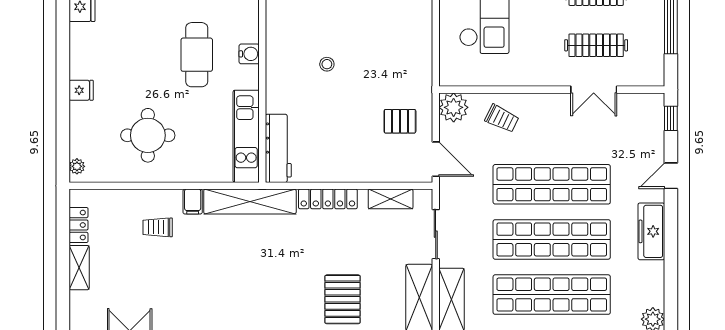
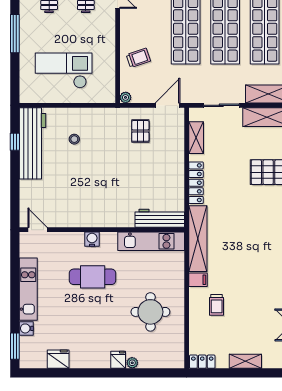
stool: (327, 64) -> (74, 139), moved
plant: (454, 107) -> (126, 97), width x0.53, depth x0.53
trolley: (502, 118) -> (138, 58), turned 45
plant: (77, 166) -> (132, 363), moved
locker: (78, 225) -> (202, 362), moved

